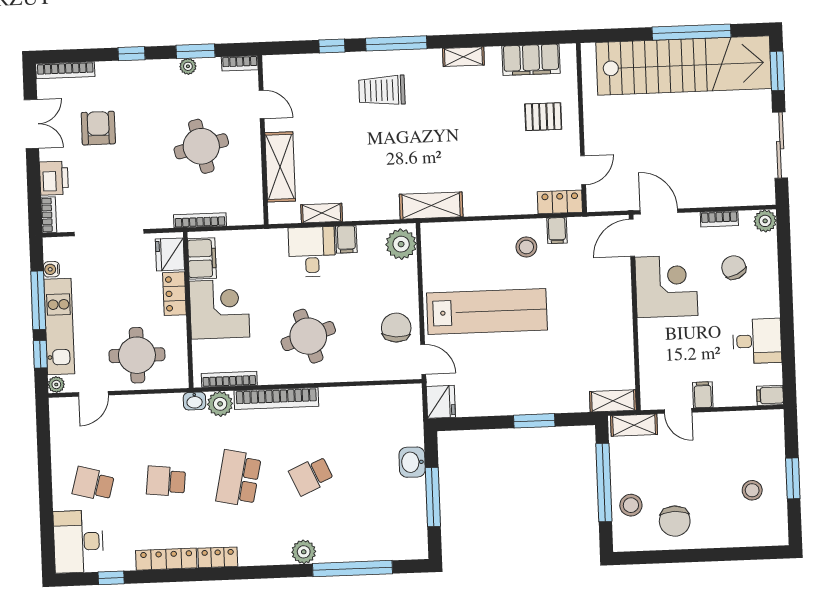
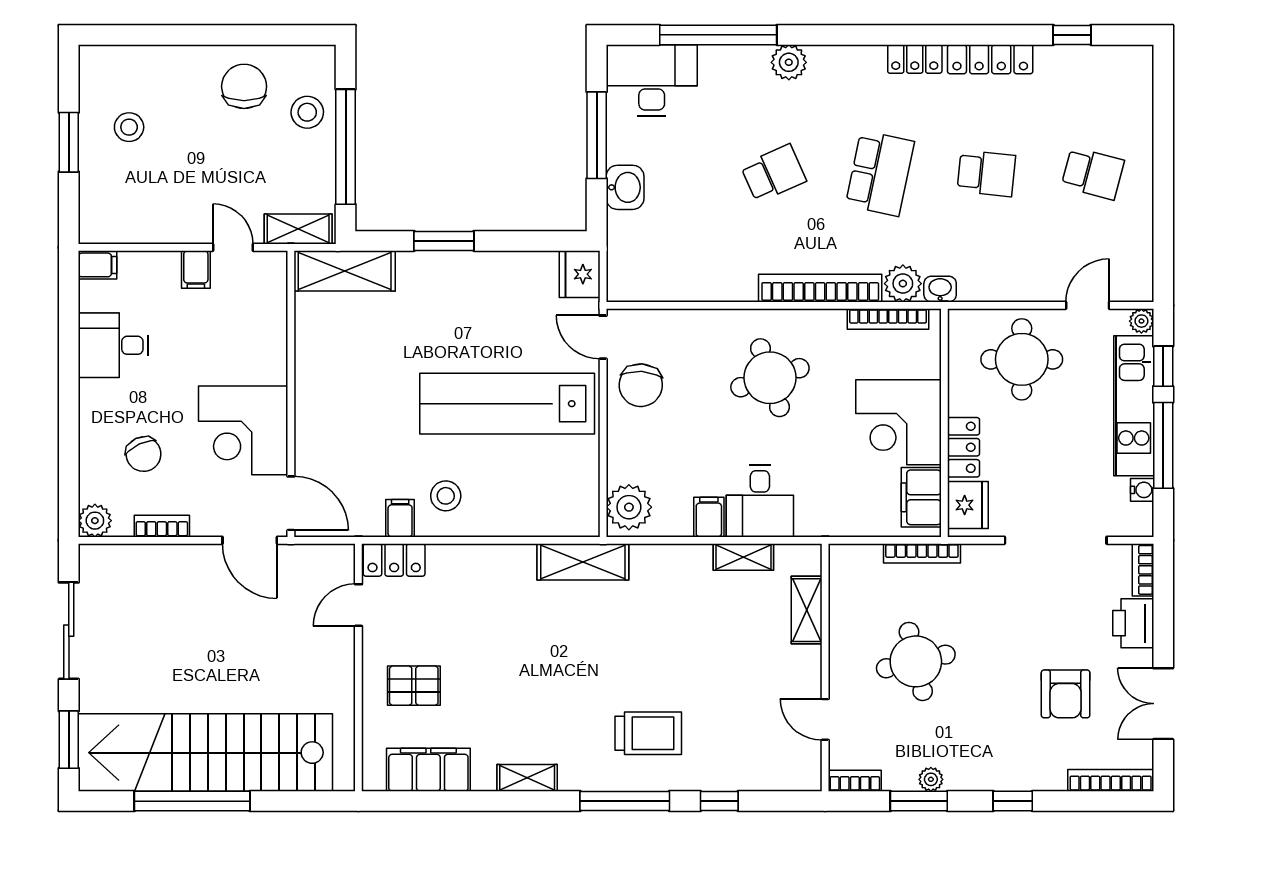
shelving: (280, 167) -> (807, 610), width x0.67, depth x0.75
door: (632, 238) -> (291, 503), hinge flipped
shelving: (613, 401) -> (345, 271), width x1.50, depth x1.33
desk: (78, 542) -> (652, 80), moved, turned -90

